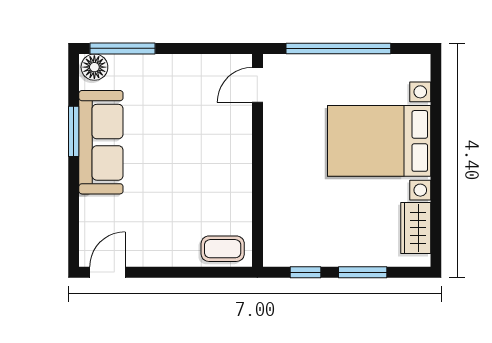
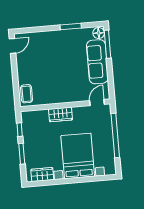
door: (257, 85) -> (97, 103), hinge flipped
sofa: (101, 142) -> (97, 62), moved, turned 90
wardrobe: (278, 173) -> (60, 115), added
door: (107, 272) -> (12, 46), hinge flipped

